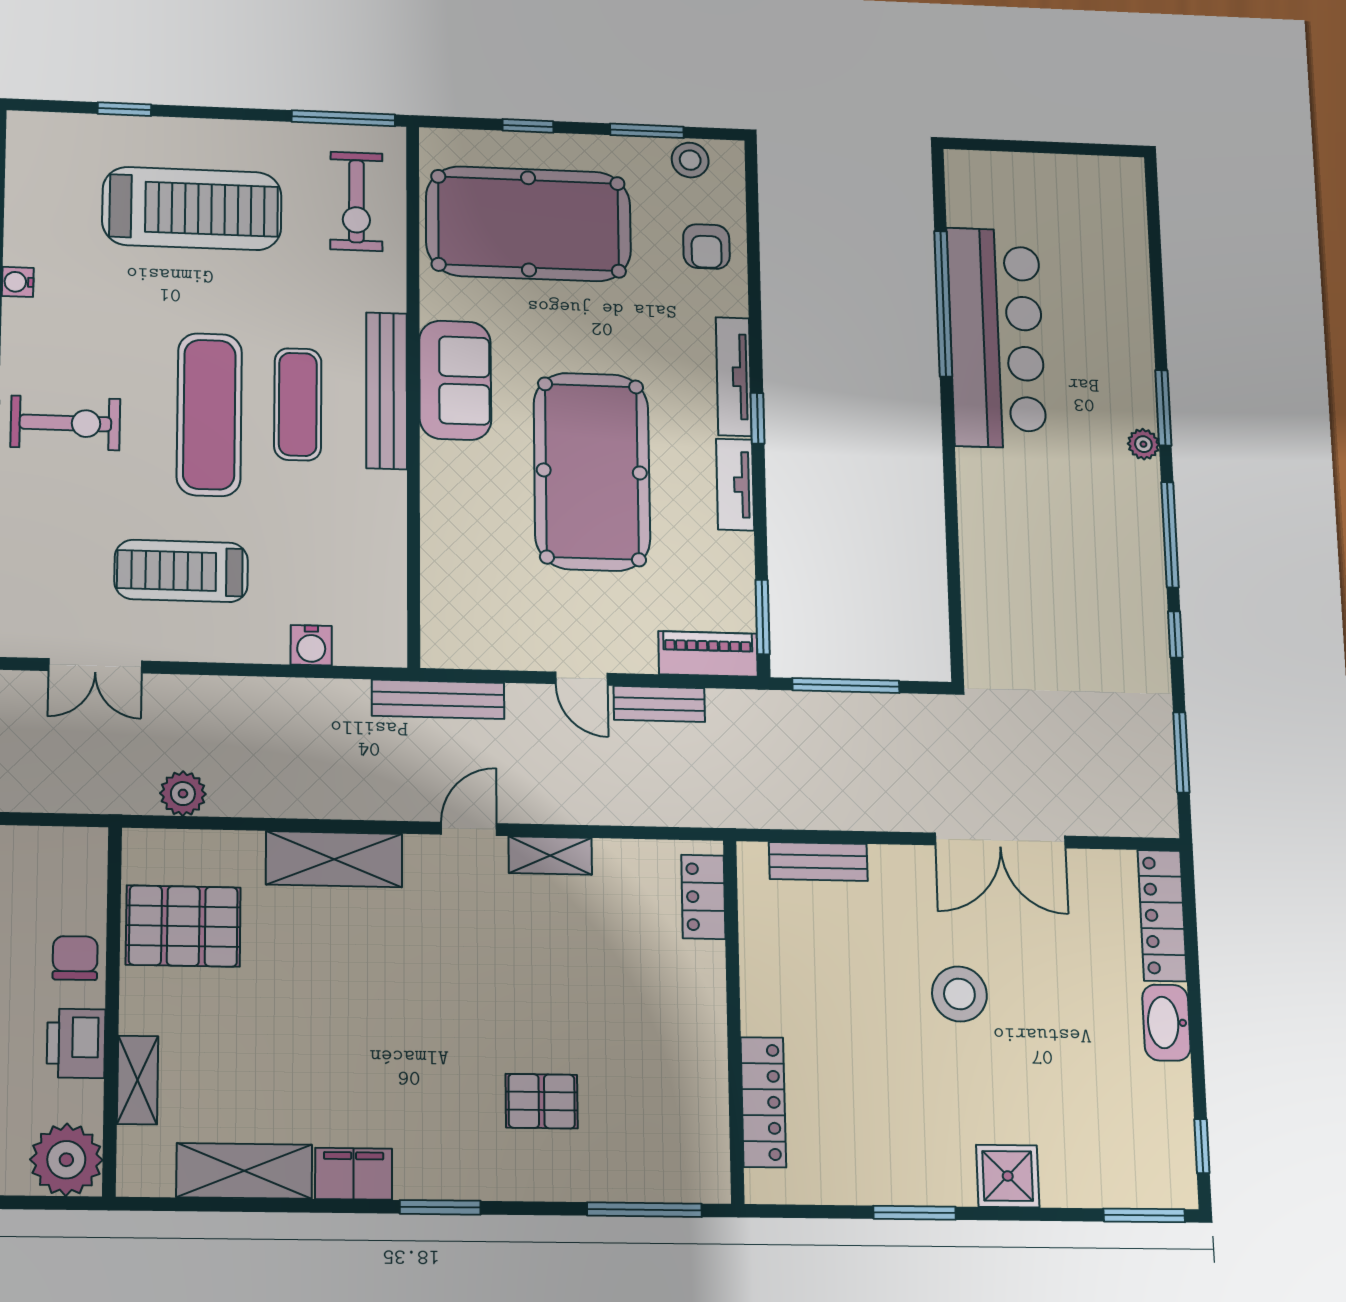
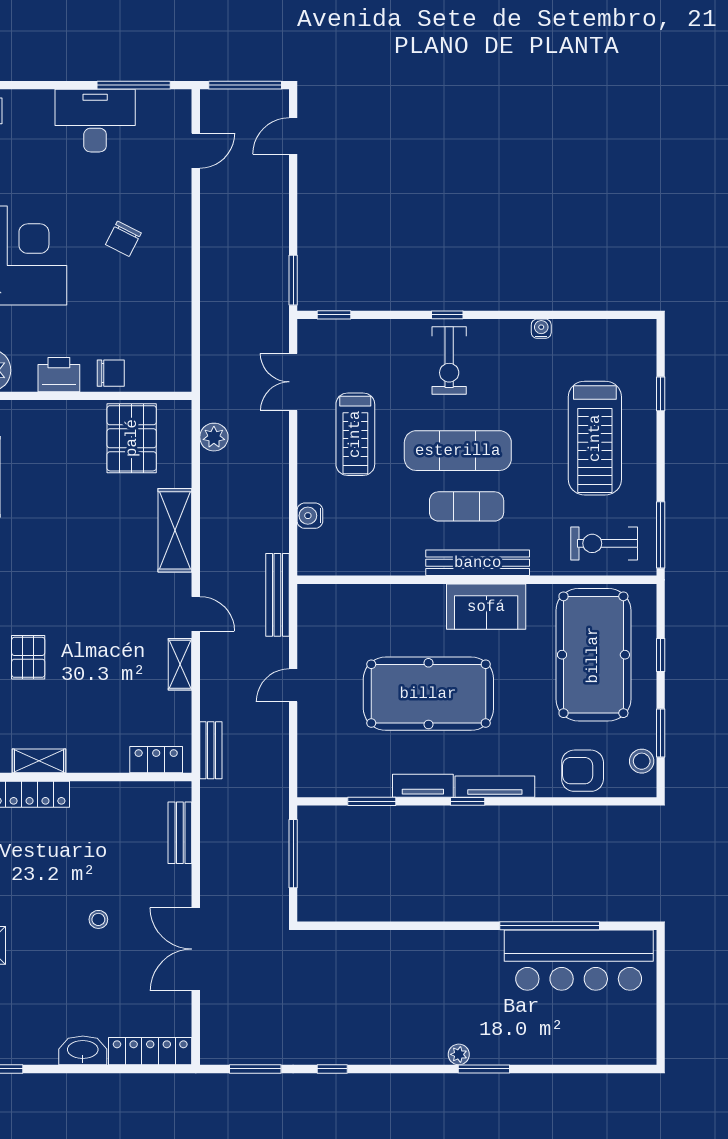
armchair: (706, 247) -> (583, 771), width x1.38, depth x1.38
bar counter: (996, 338) -> (579, 960), moved
window: (1170, 535) -> (398, 1069), removed
treadmill: (181, 571) -> (355, 434), turned 180
window: (762, 617) -> (372, 801), moved
piano: (708, 654) -> (311, 766), removed
bench: (659, 704) -> (211, 750), moved
stool: (959, 994) -> (98, 919), width x0.53, depth x0.53
shelving: (138, 1080) -> (39, 761), moved

